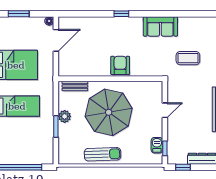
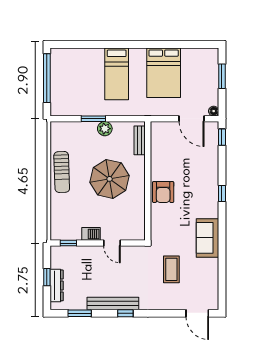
window: (72, 14) -> (222, 137), added
armchair: (120, 65) -> (163, 192), turned 90
parasol: (109, 112) -> (110, 179), width x0.73, depth x0.73
barbecue: (157, 145) -> (91, 234), moved
window: (183, 167) -> (47, 277), moved

